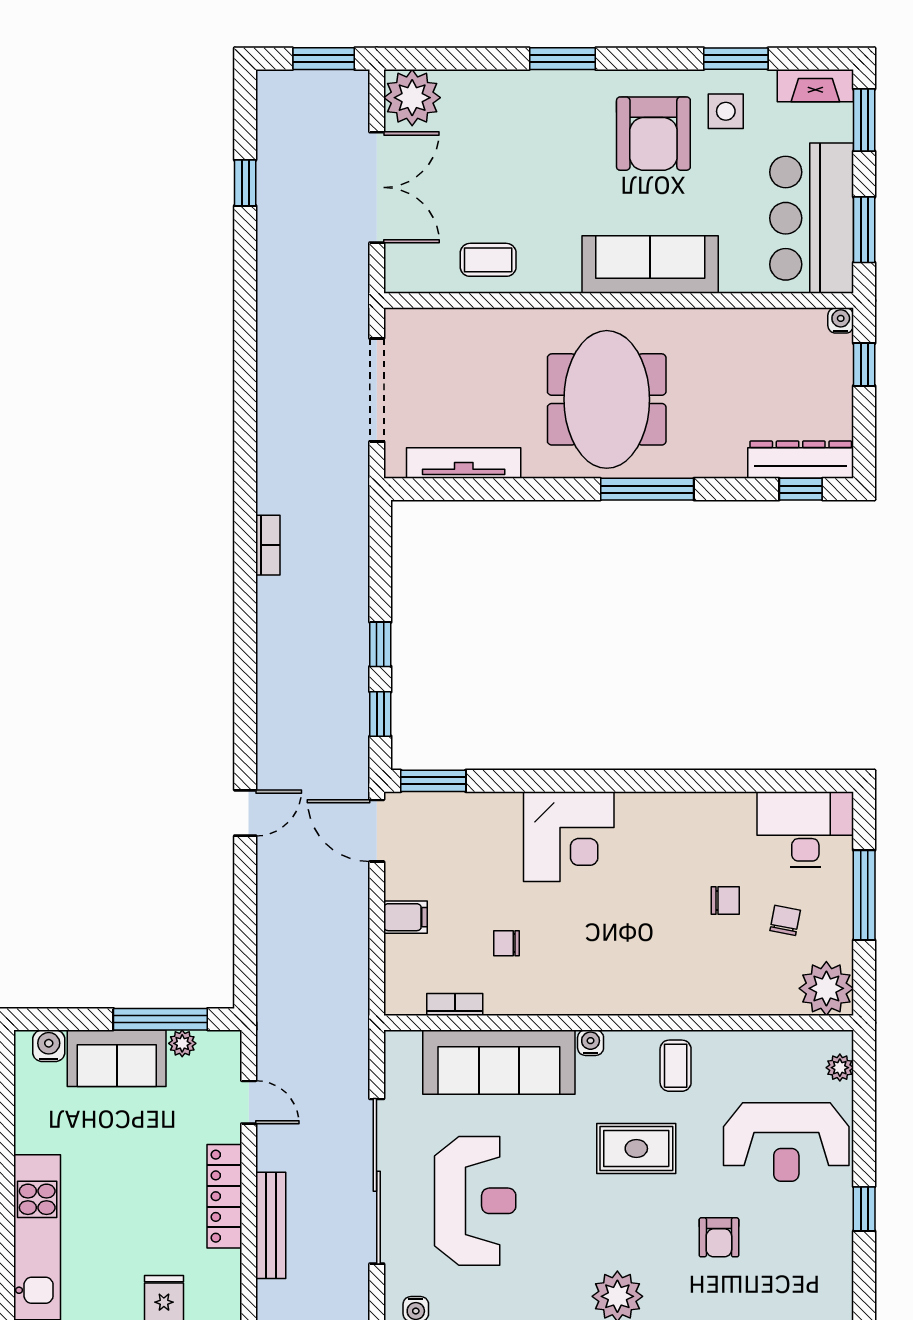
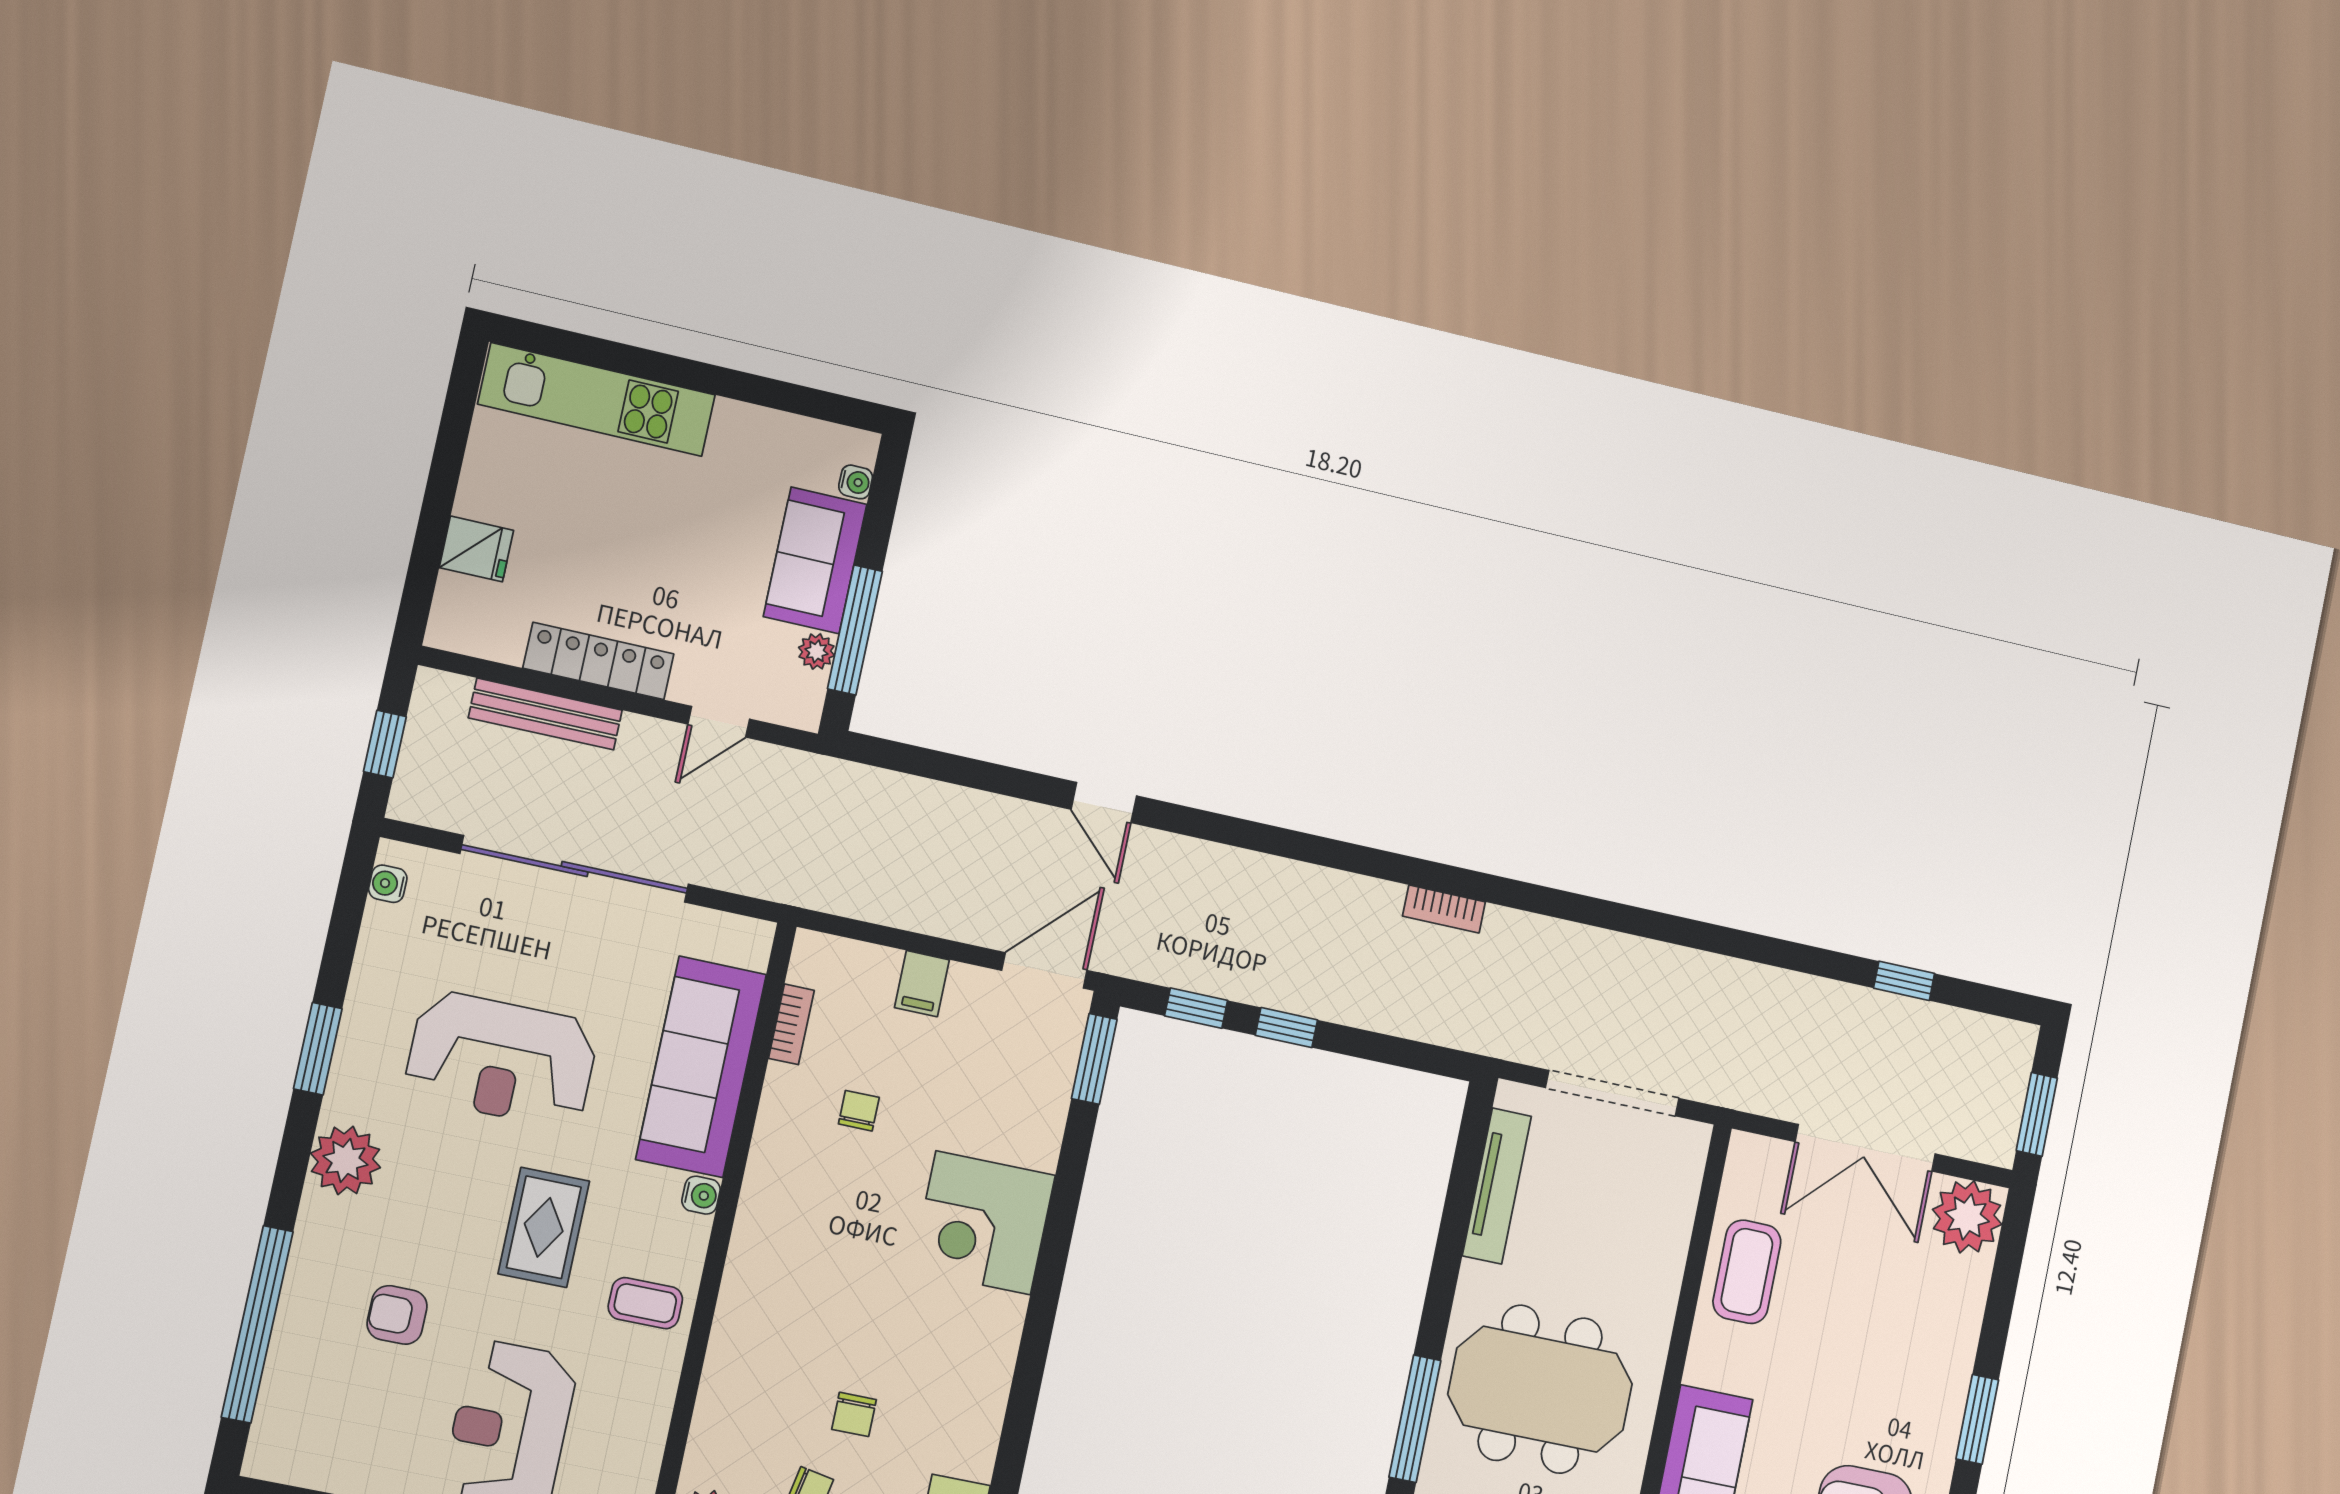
coffee table: (488, 260) -> (1747, 1272), width x1.36, depth x1.30
water cooler: (49, 1046) -> (856, 482), width x0.72, depth x0.72
reception desk: (475, 1201) -> (502, 1060), moved

